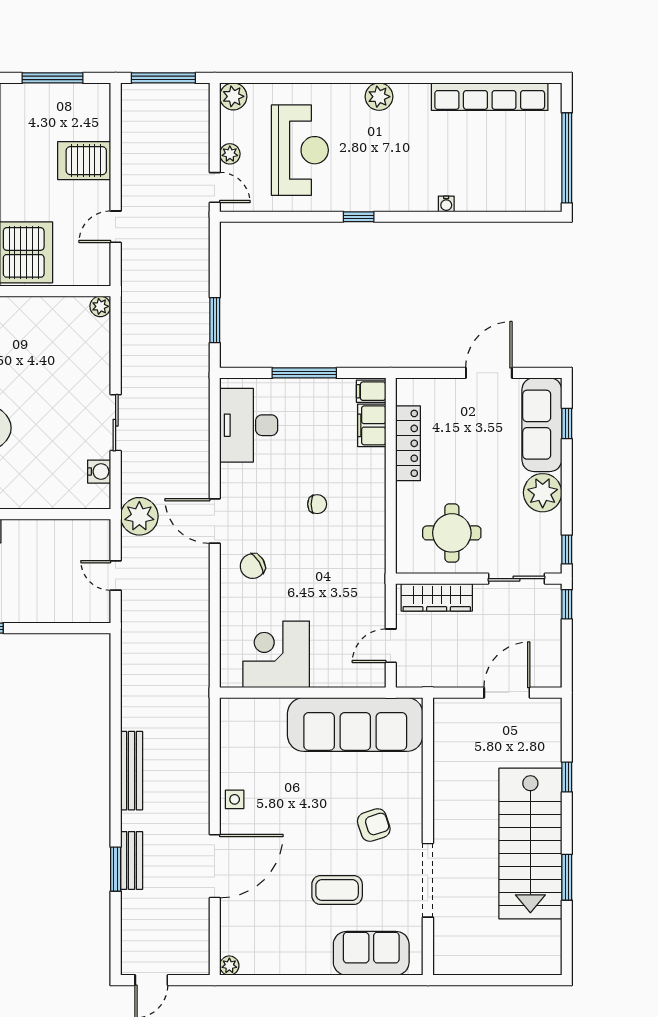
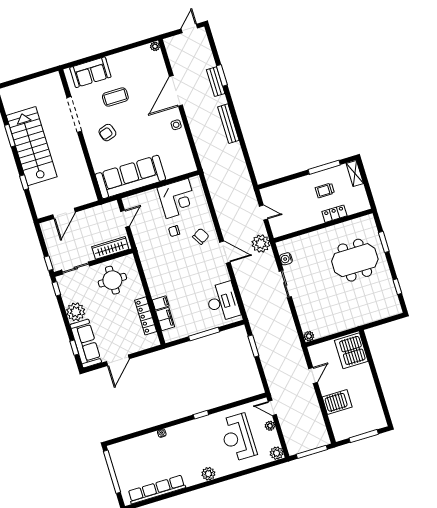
filing cabinet: (371, 391) -> (161, 303), moved
chair: (317, 504) -> (174, 231), moved

